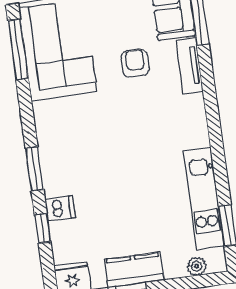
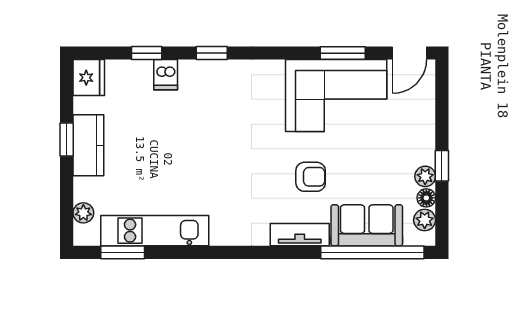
window: (18, 49) -> (343, 53), width x0.69
window: (34, 169) -> (212, 53), width x0.67

